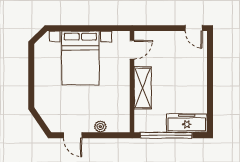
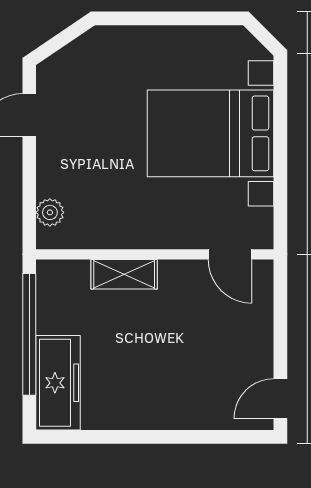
shelving: (143, 88) -> (124, 274), width x0.67, depth x0.75
plant: (100, 127) -> (50, 212), moved

